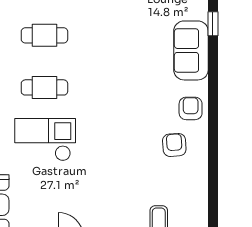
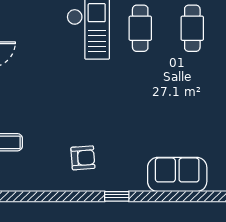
window: (213, 24) -> (117, 196), moved
armchair: (191, 108) -> (119, 174), removed

